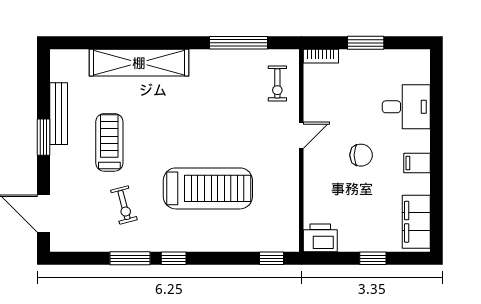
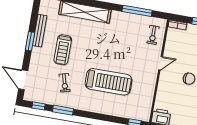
treadmill: (109, 142) -> (63, 50), turned 180
window: (174, 258) -> (39, 106), moved

